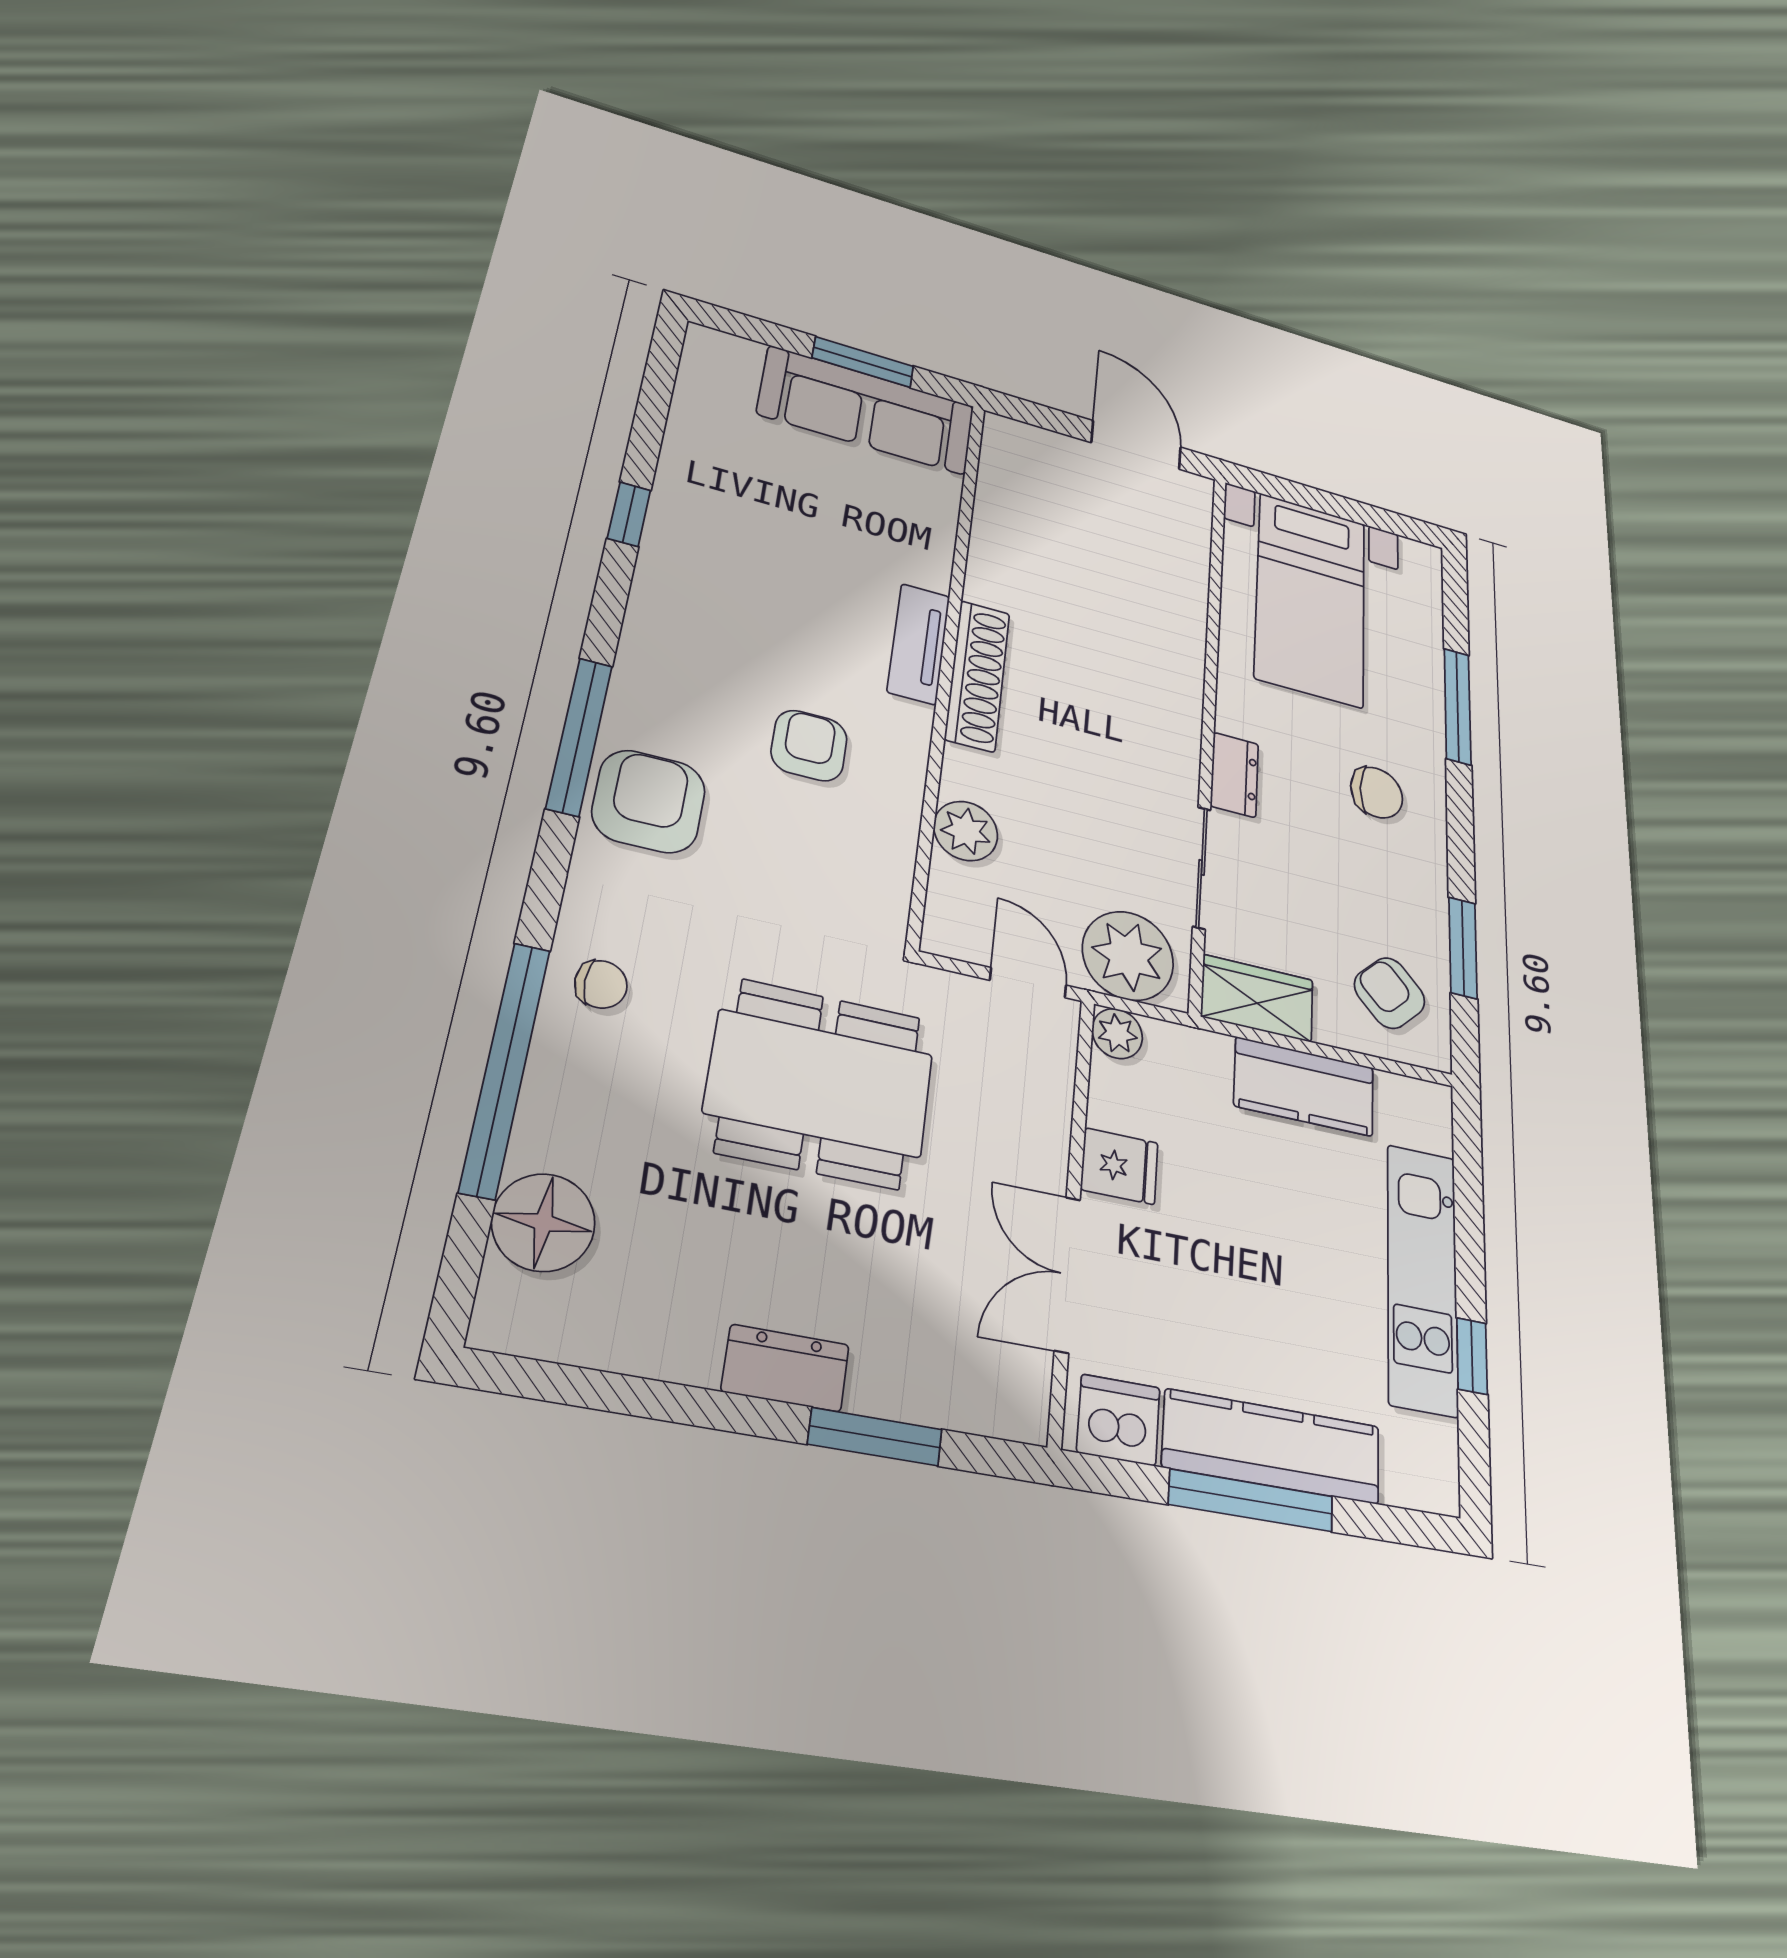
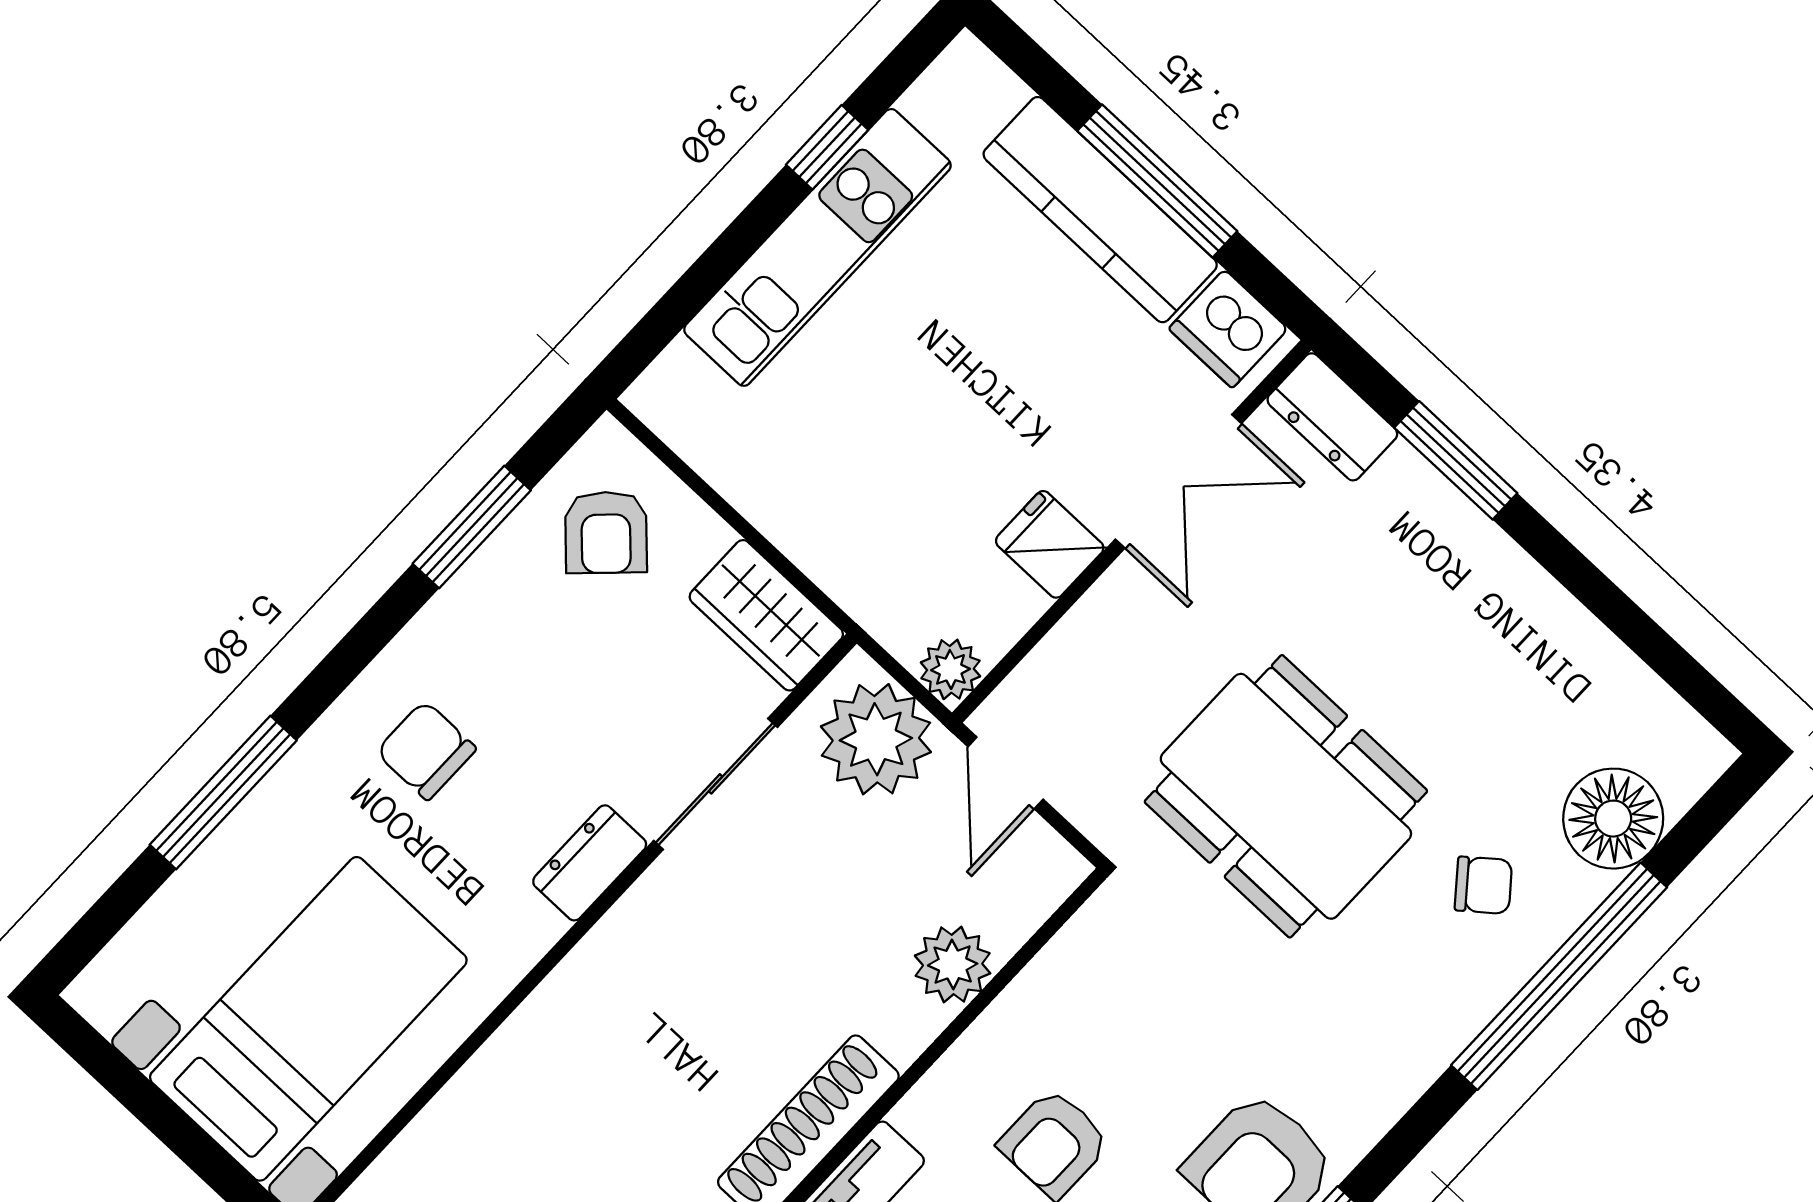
chair: (601, 984) -> (1483, 885), moved, turned 141
kitchen counter: (1304, 1086) -> (789, 500), removed
dresser: (786, 1368) -> (1332, 417), moved

